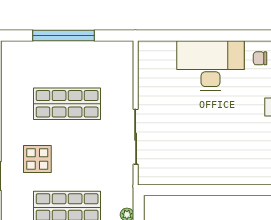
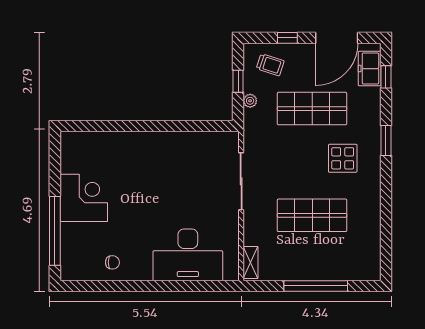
shelving: (126, 58) -> (251, 262), added
desk: (210, 66) -> (188, 255), moved

